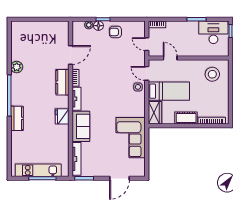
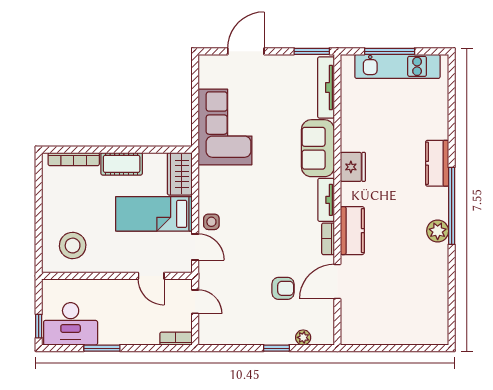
floor lamp: (98, 26) -> (285, 336), removed
armchair: (115, 32) -> (283, 288), moved
plant: (17, 67) -> (438, 231), moved

